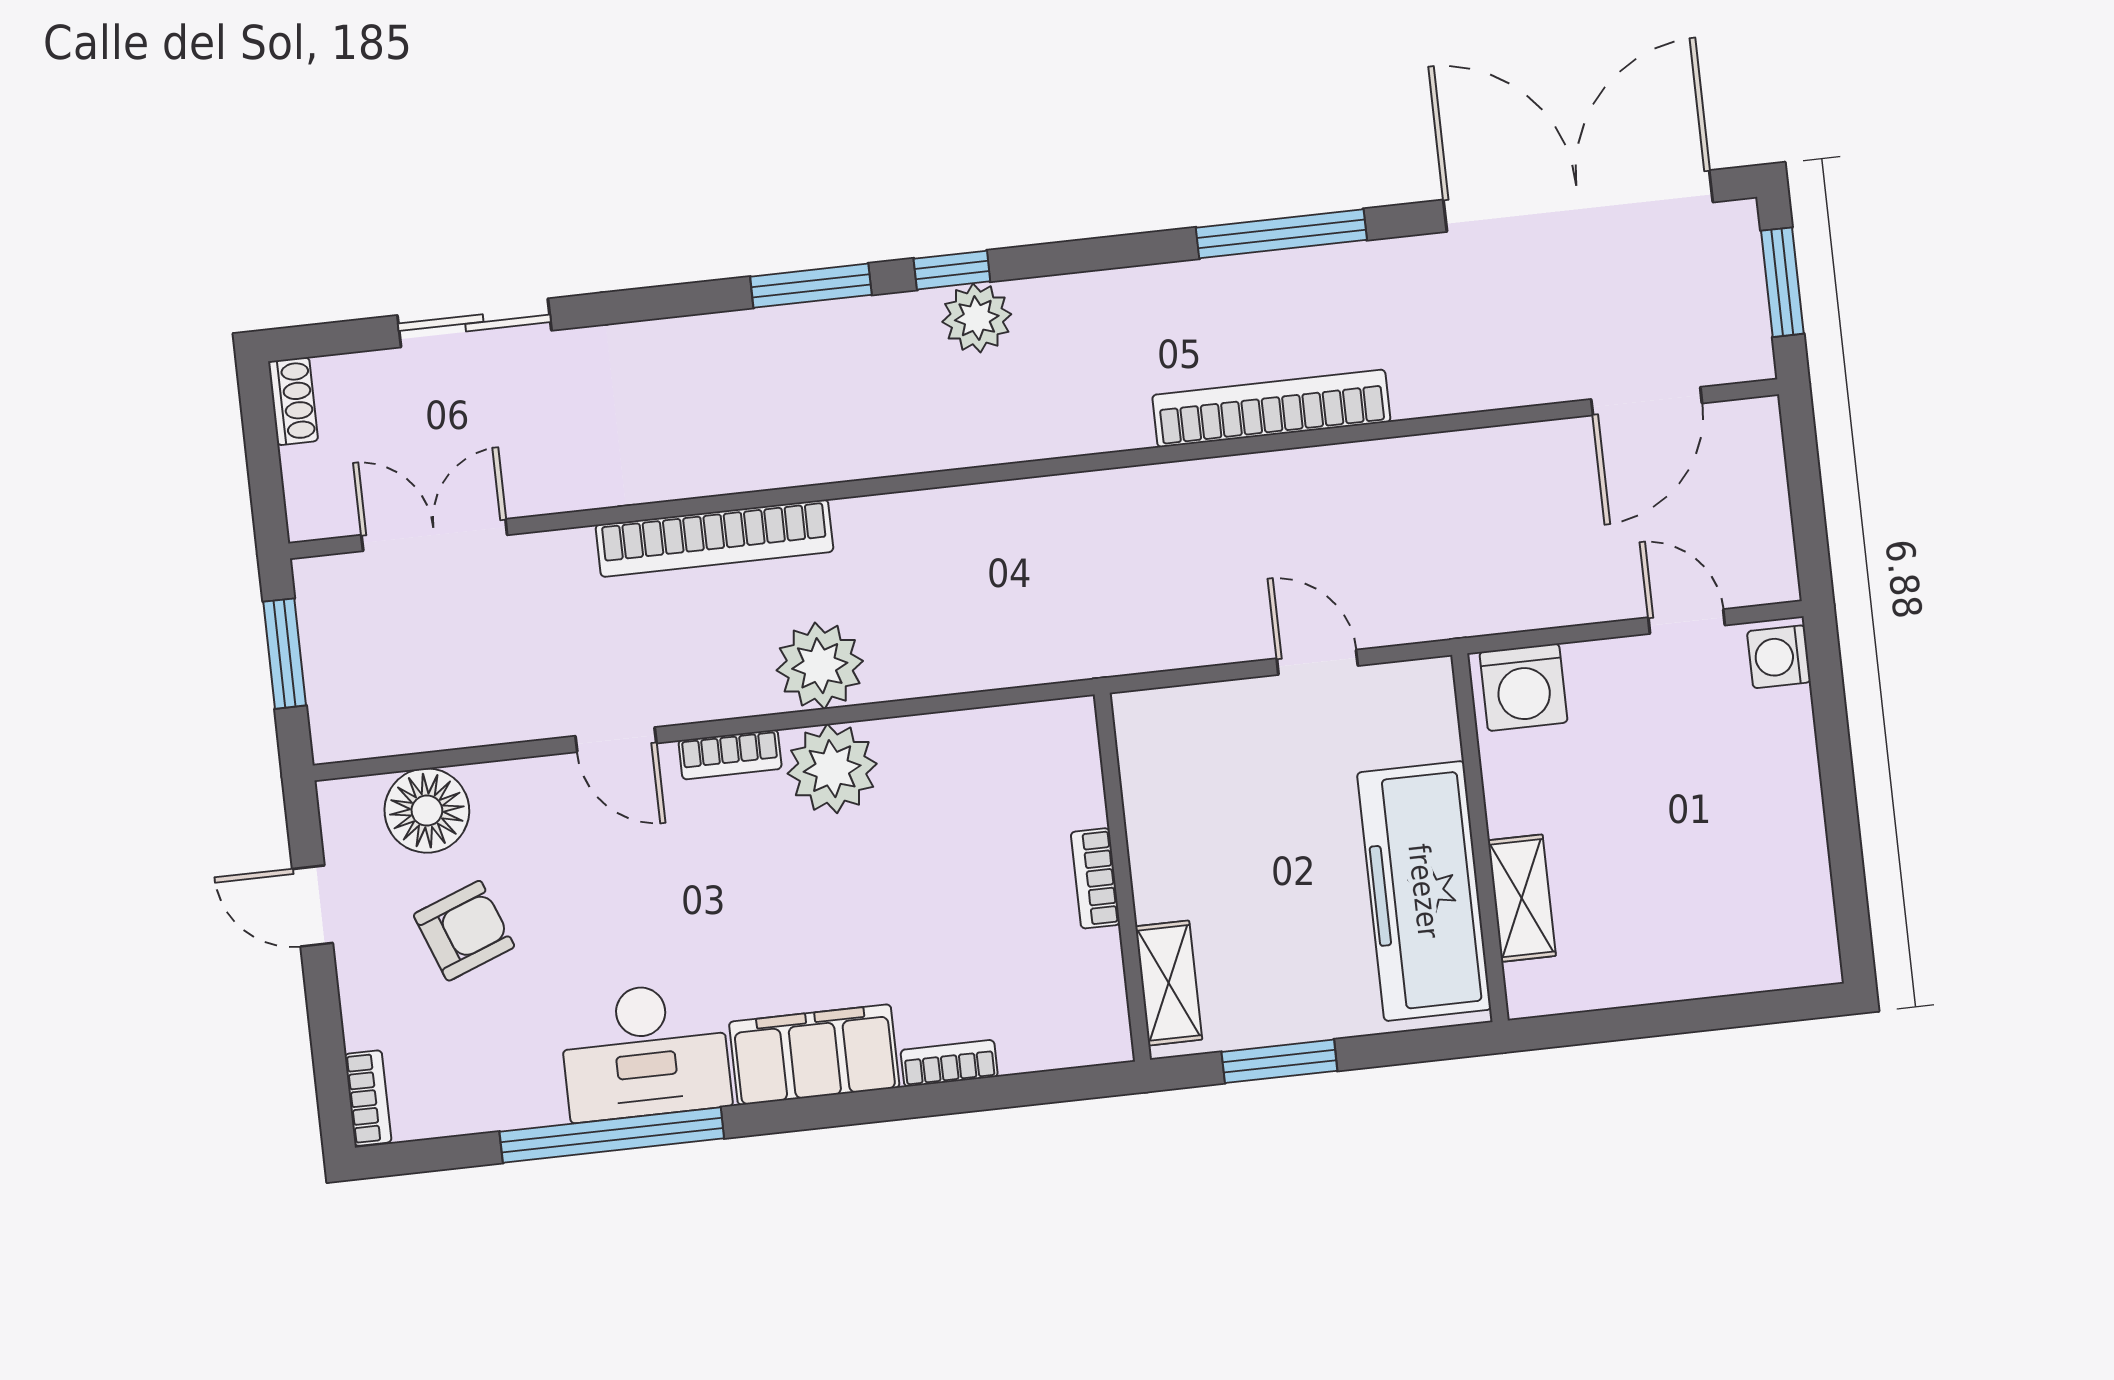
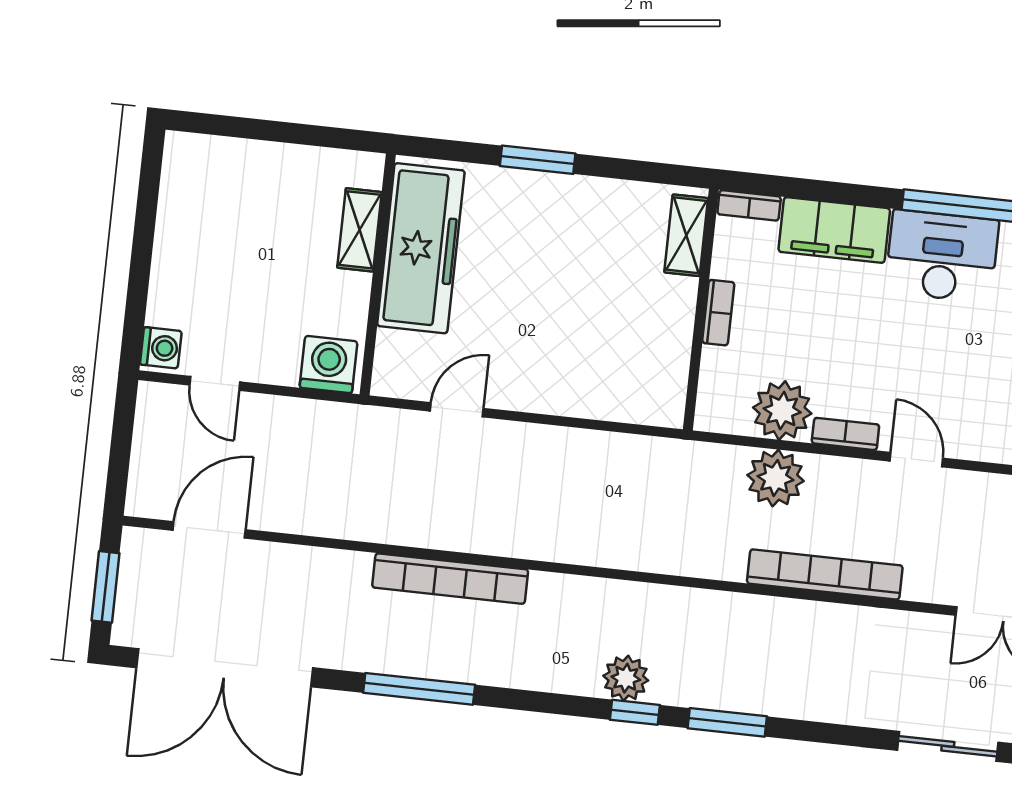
door: (1317, 662) -> (457, 410), swing flipped
wall: (1122, 877) -> (701, 310), moved
bookcase: (1095, 878) -> (718, 313), moved
shelving: (1169, 983) -> (686, 235), moved

